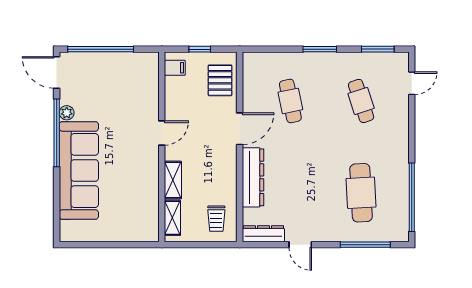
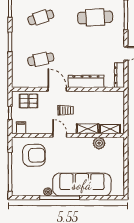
door: (57, 72) -> (24, 198), removed
armchair: (128, 90) -> (34, 155), added
plant: (149, 199) -> (99, 143), added
trolley: (216, 219) -> (66, 110), moved

